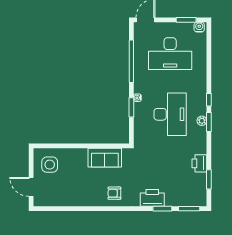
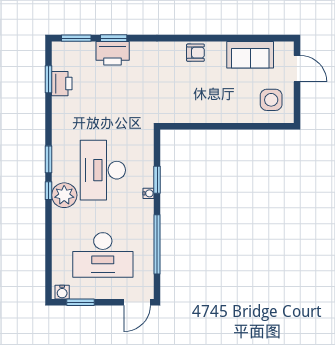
desk: (170, 54) -> (103, 255), turned 180
plant: (202, 121) -> (64, 195), moved, width x1.87, depth x1.87
sofa: (105, 158) -> (250, 55), moved, turned 180
printer: (199, 163) -> (62, 84), moved
armchair: (114, 193) -> (195, 53), moved
printer: (152, 198) -> (113, 53), moved

